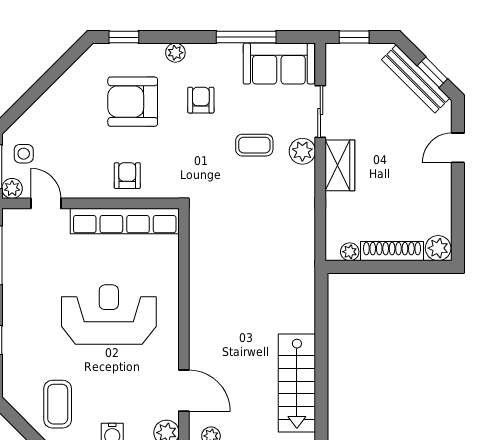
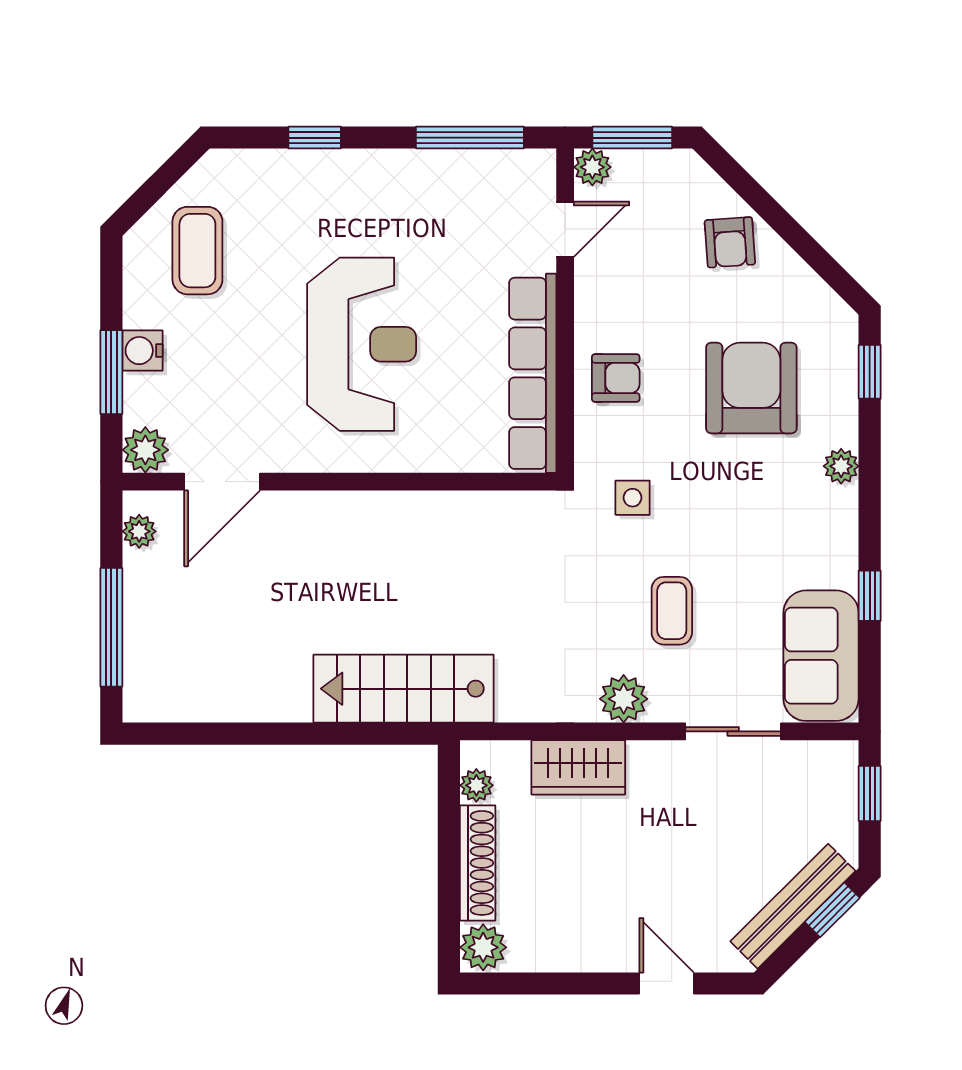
window: (246, 37) -> (870, 596), width x0.46
window: (432, 72) -> (832, 910), moved
armchair: (201, 100) -> (730, 242), moved, turned 86
plant: (302, 151) -> (624, 699), moved
side table: (24, 154) -> (633, 498), moved
wardrobe: (340, 165) -> (578, 767), moved
stairs: (297, 383) -> (404, 689), moved
coffee table: (58, 404) -> (197, 251), turned 90

